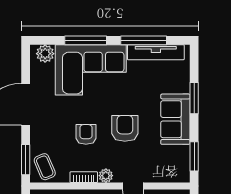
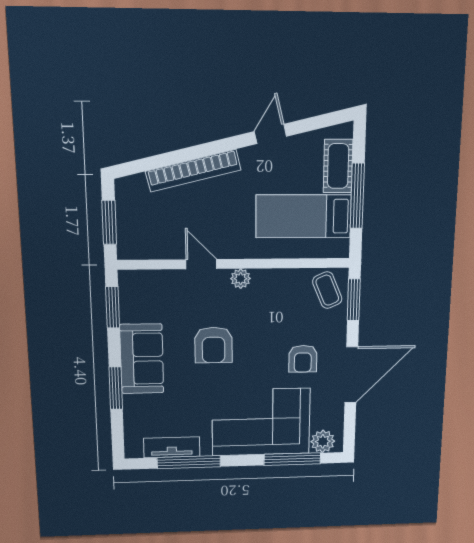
window: (86, 40) -> (292, 459), moved
tv unit: (156, 52) -> (172, 447), width x0.71
armchair: (86, 134) -> (303, 359), moved
bookcase: (84, 177) -> (272, 276), removed

